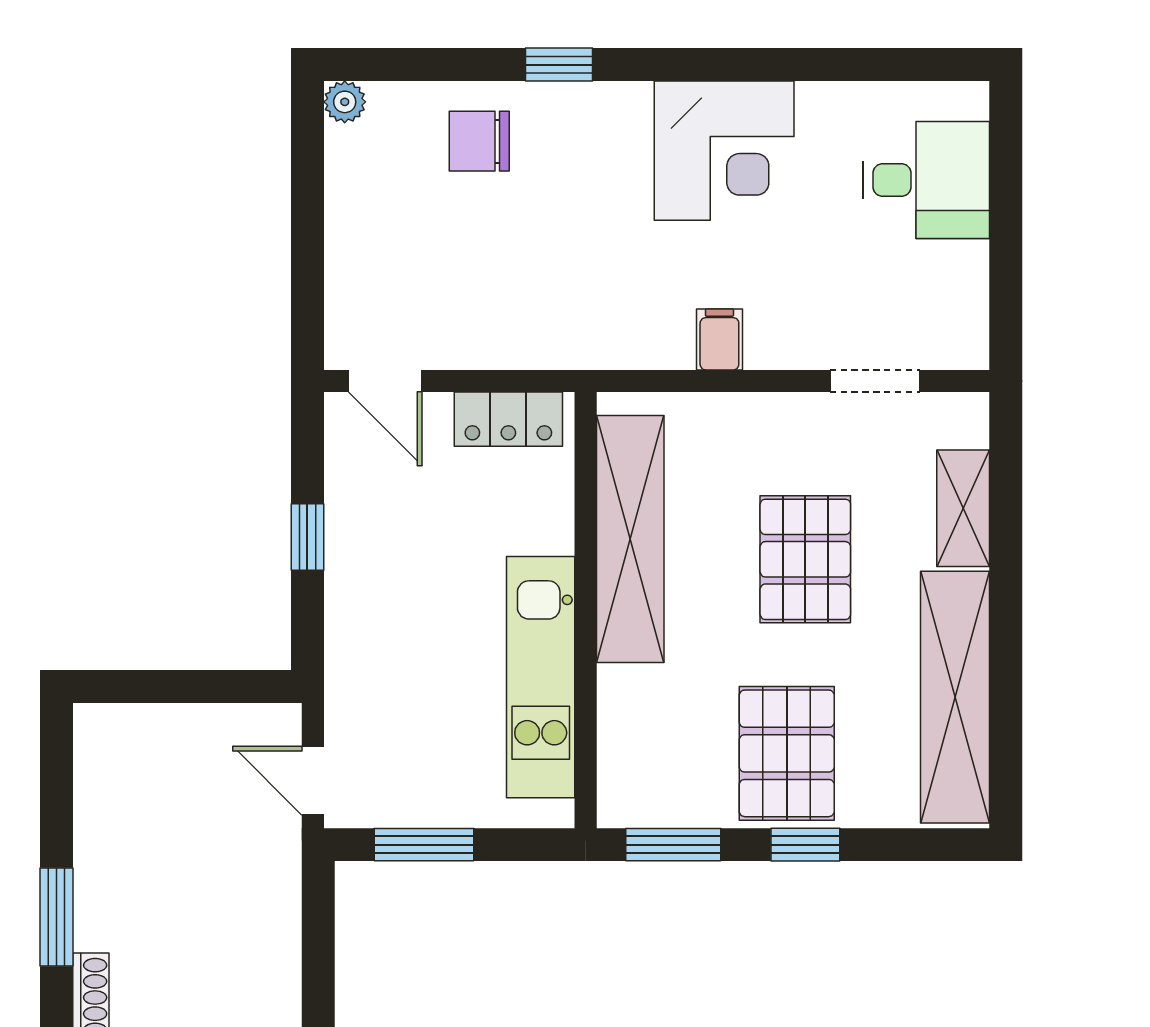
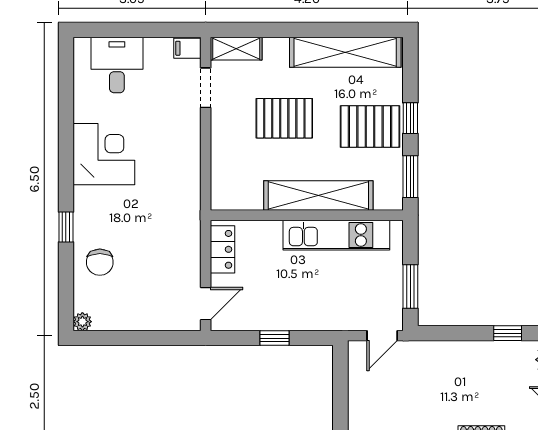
filing cabinet: (719, 340) -> (187, 48), moved
shelving: (963, 508) -> (236, 49), moved
shelving: (630, 539) -> (318, 196), moved

